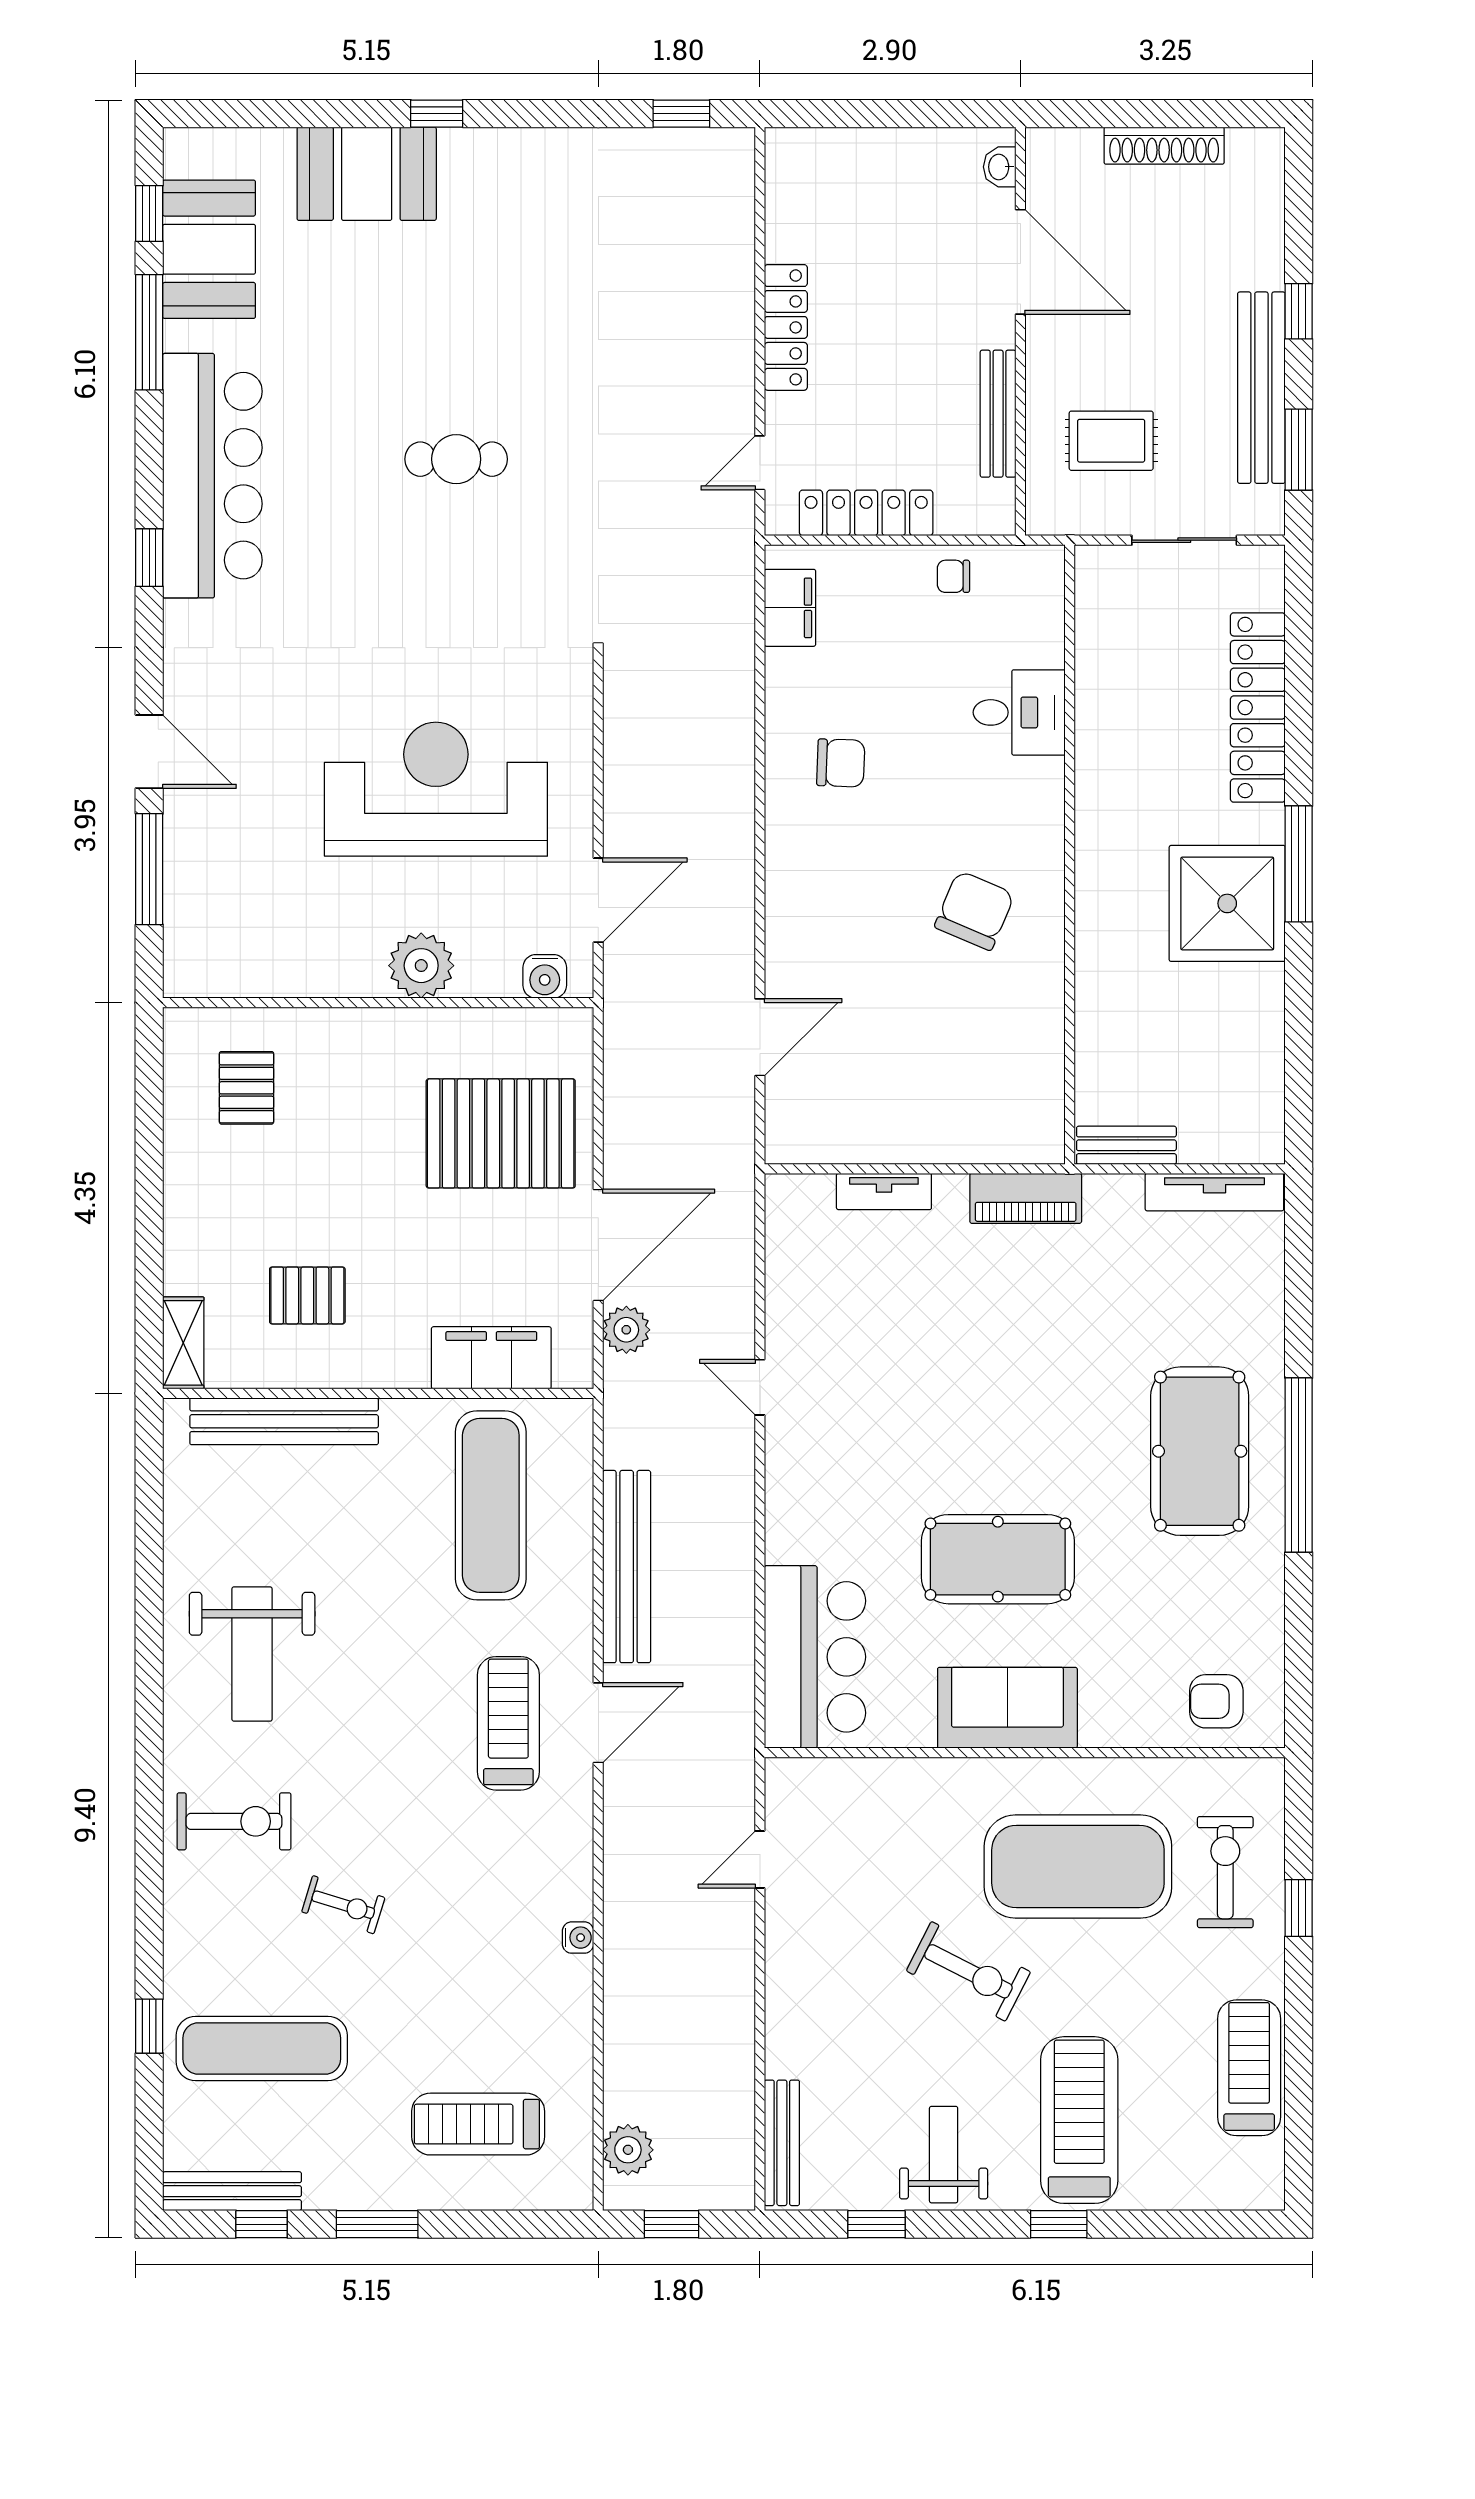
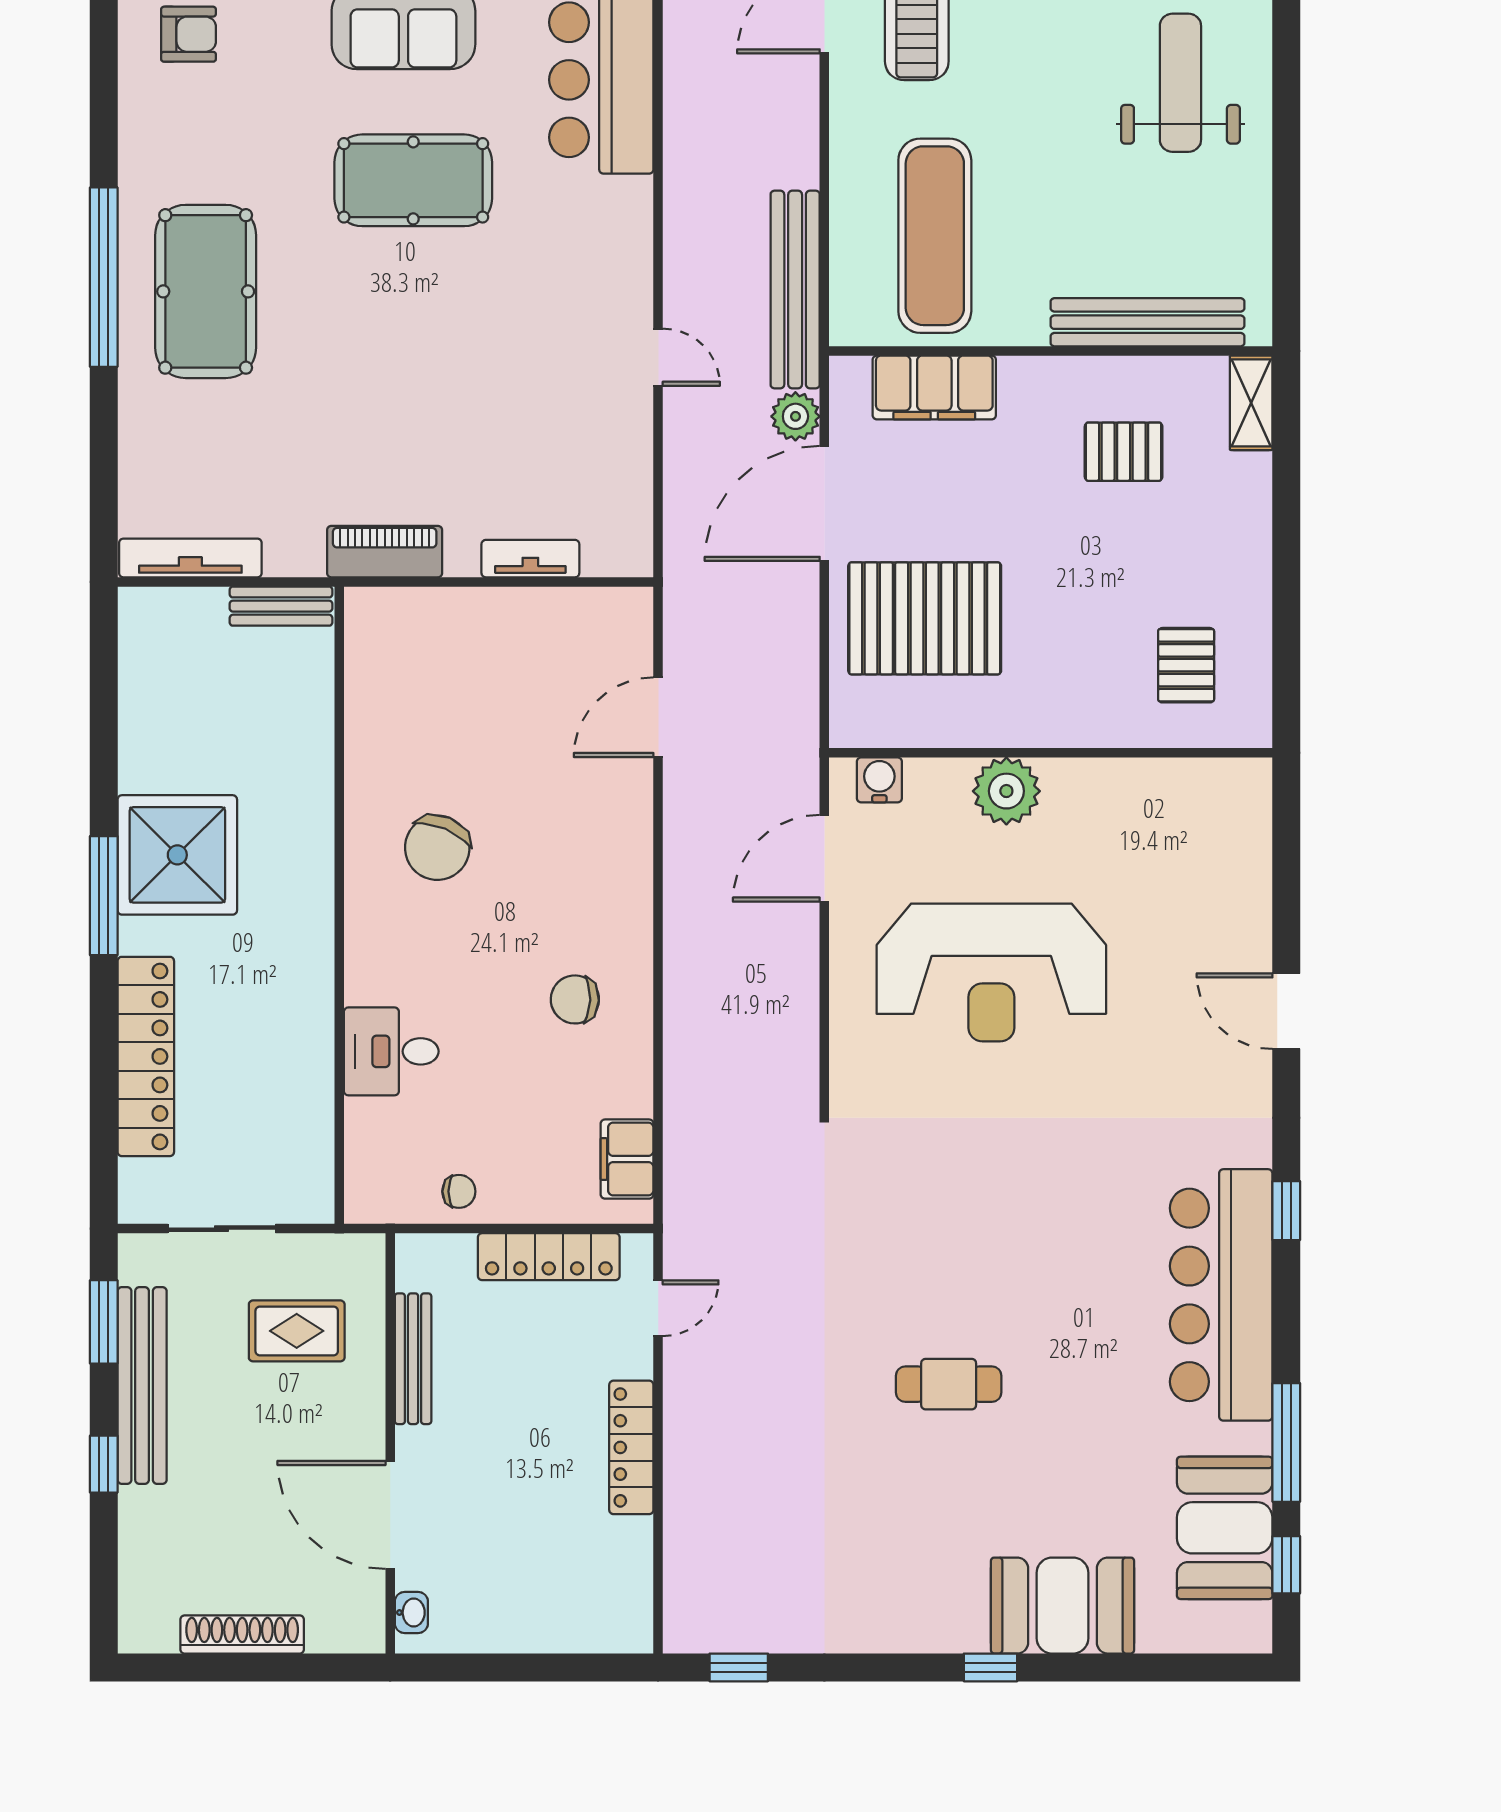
cafe table: (456, 459) -> (949, 1384), moved
window: (149, 869) -> (1286, 890), removed
bench: (627, 1567) -> (795, 290), moved

